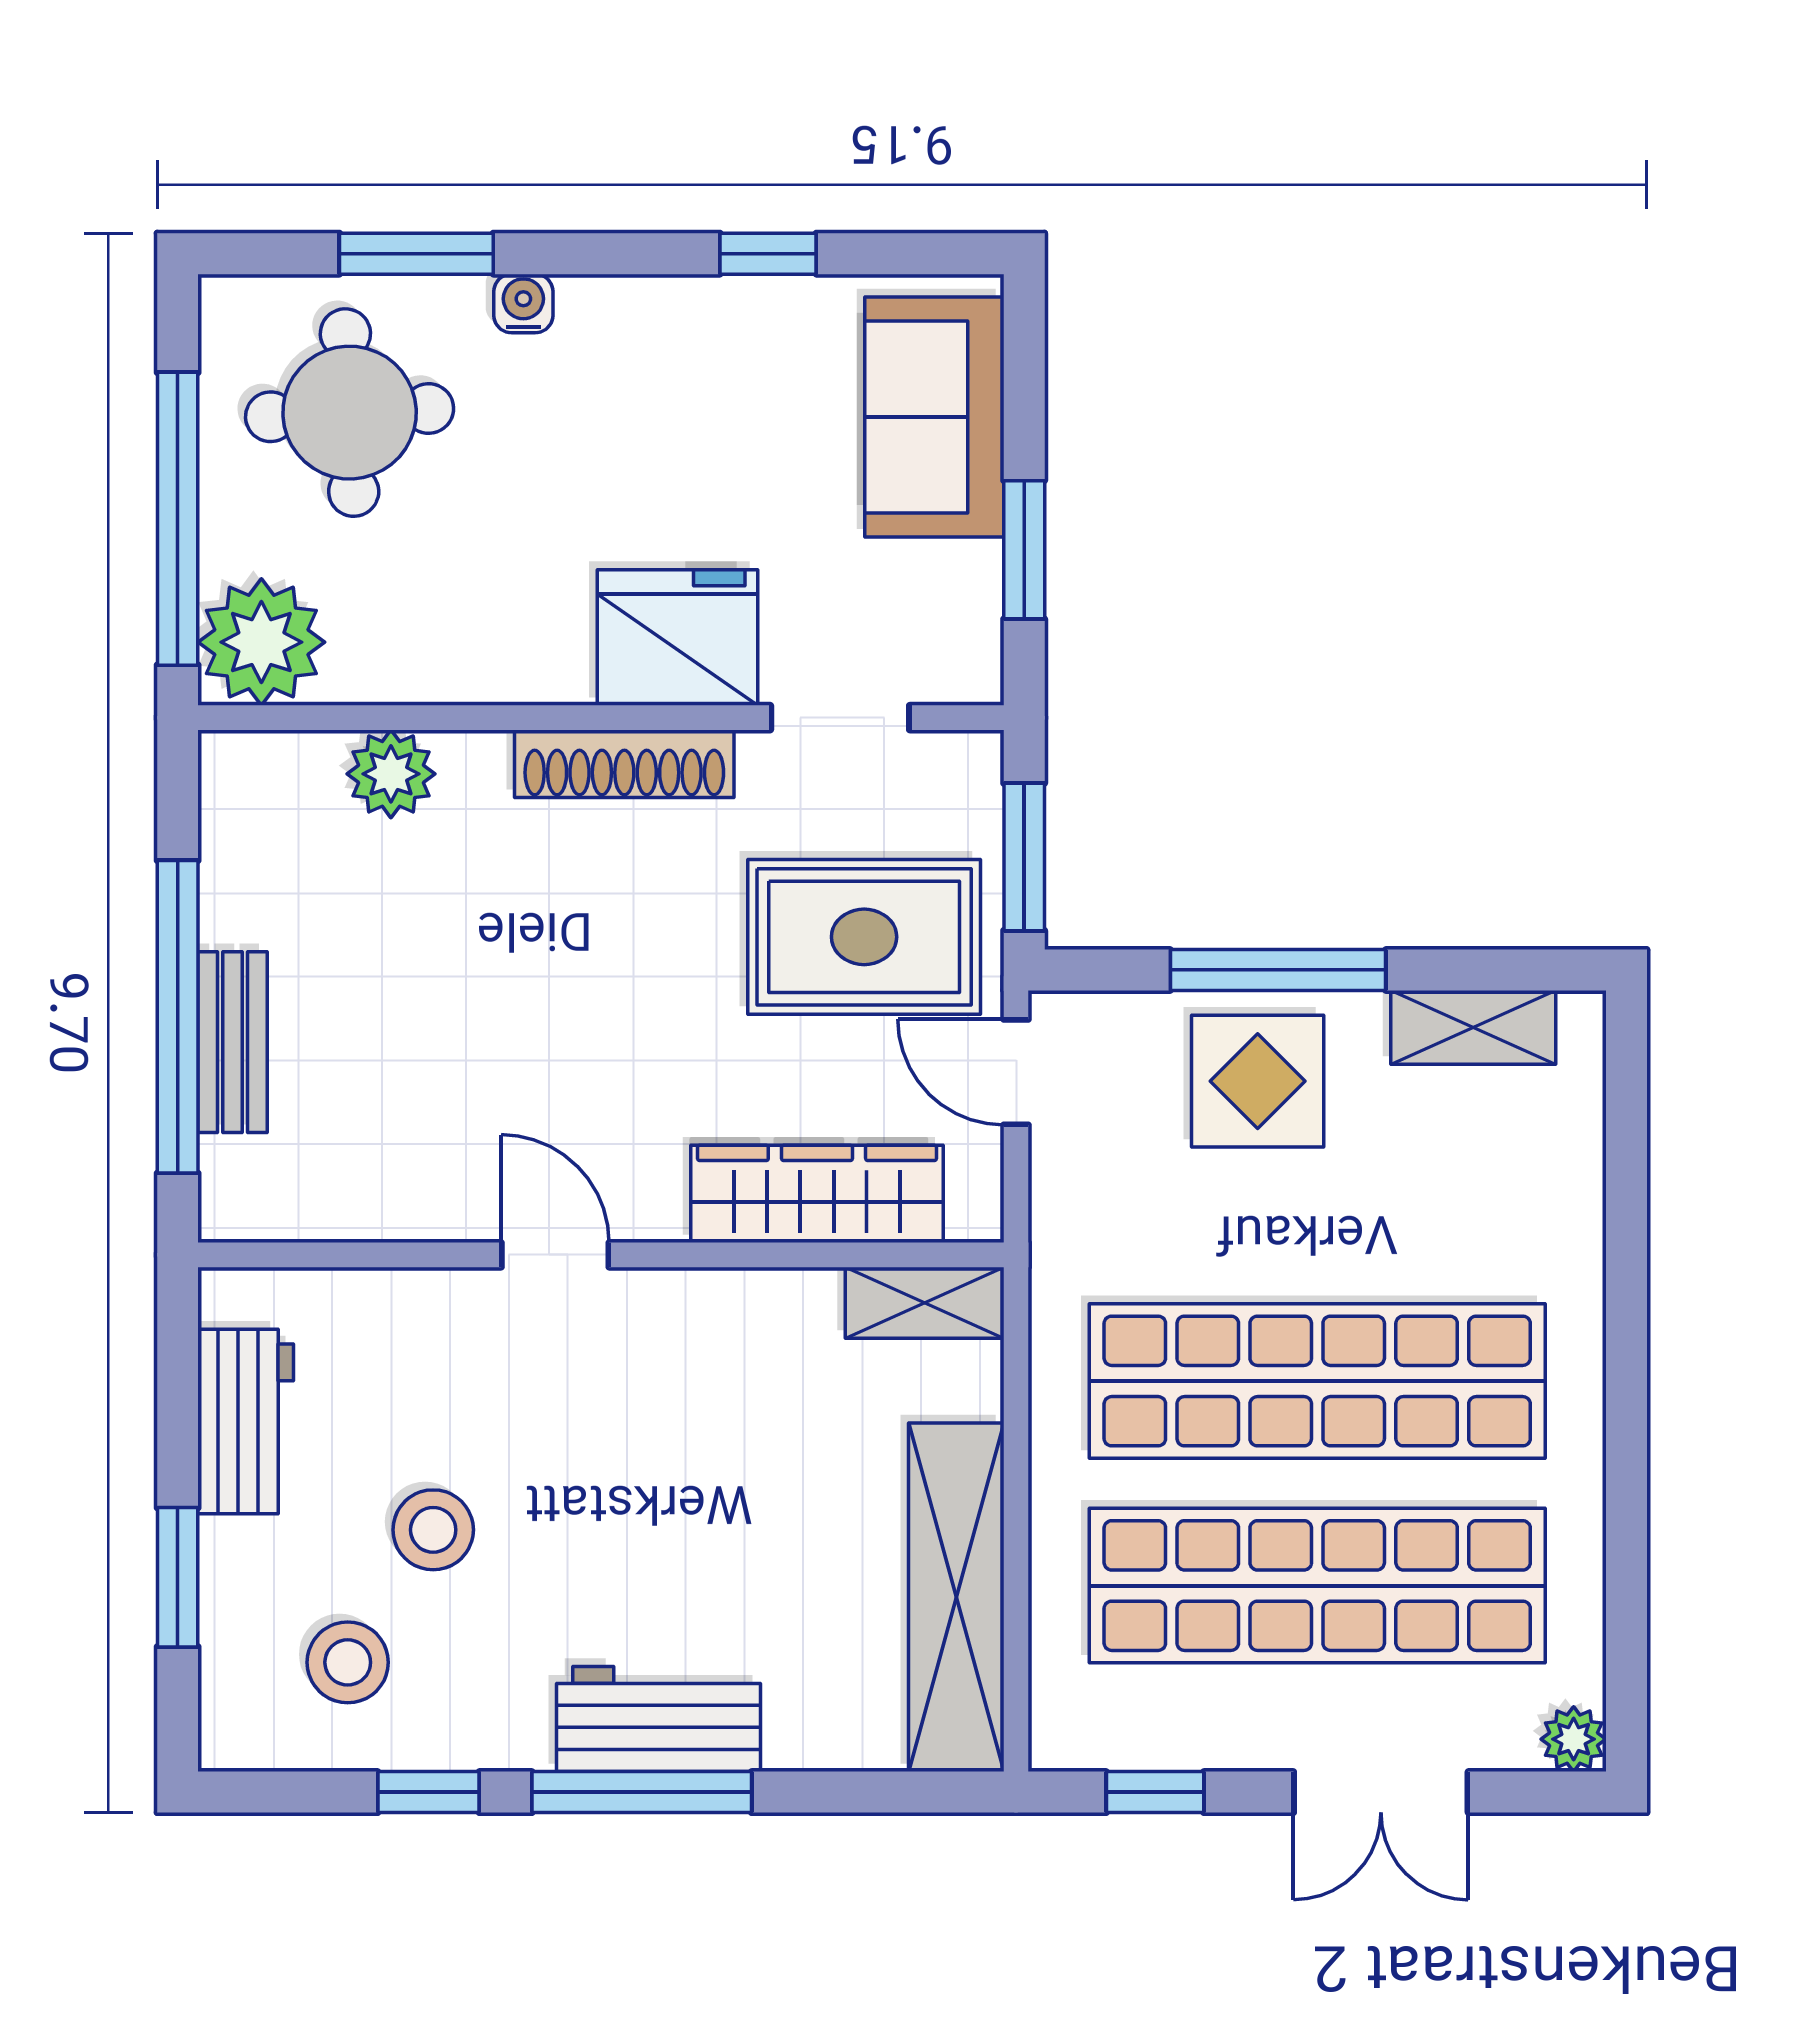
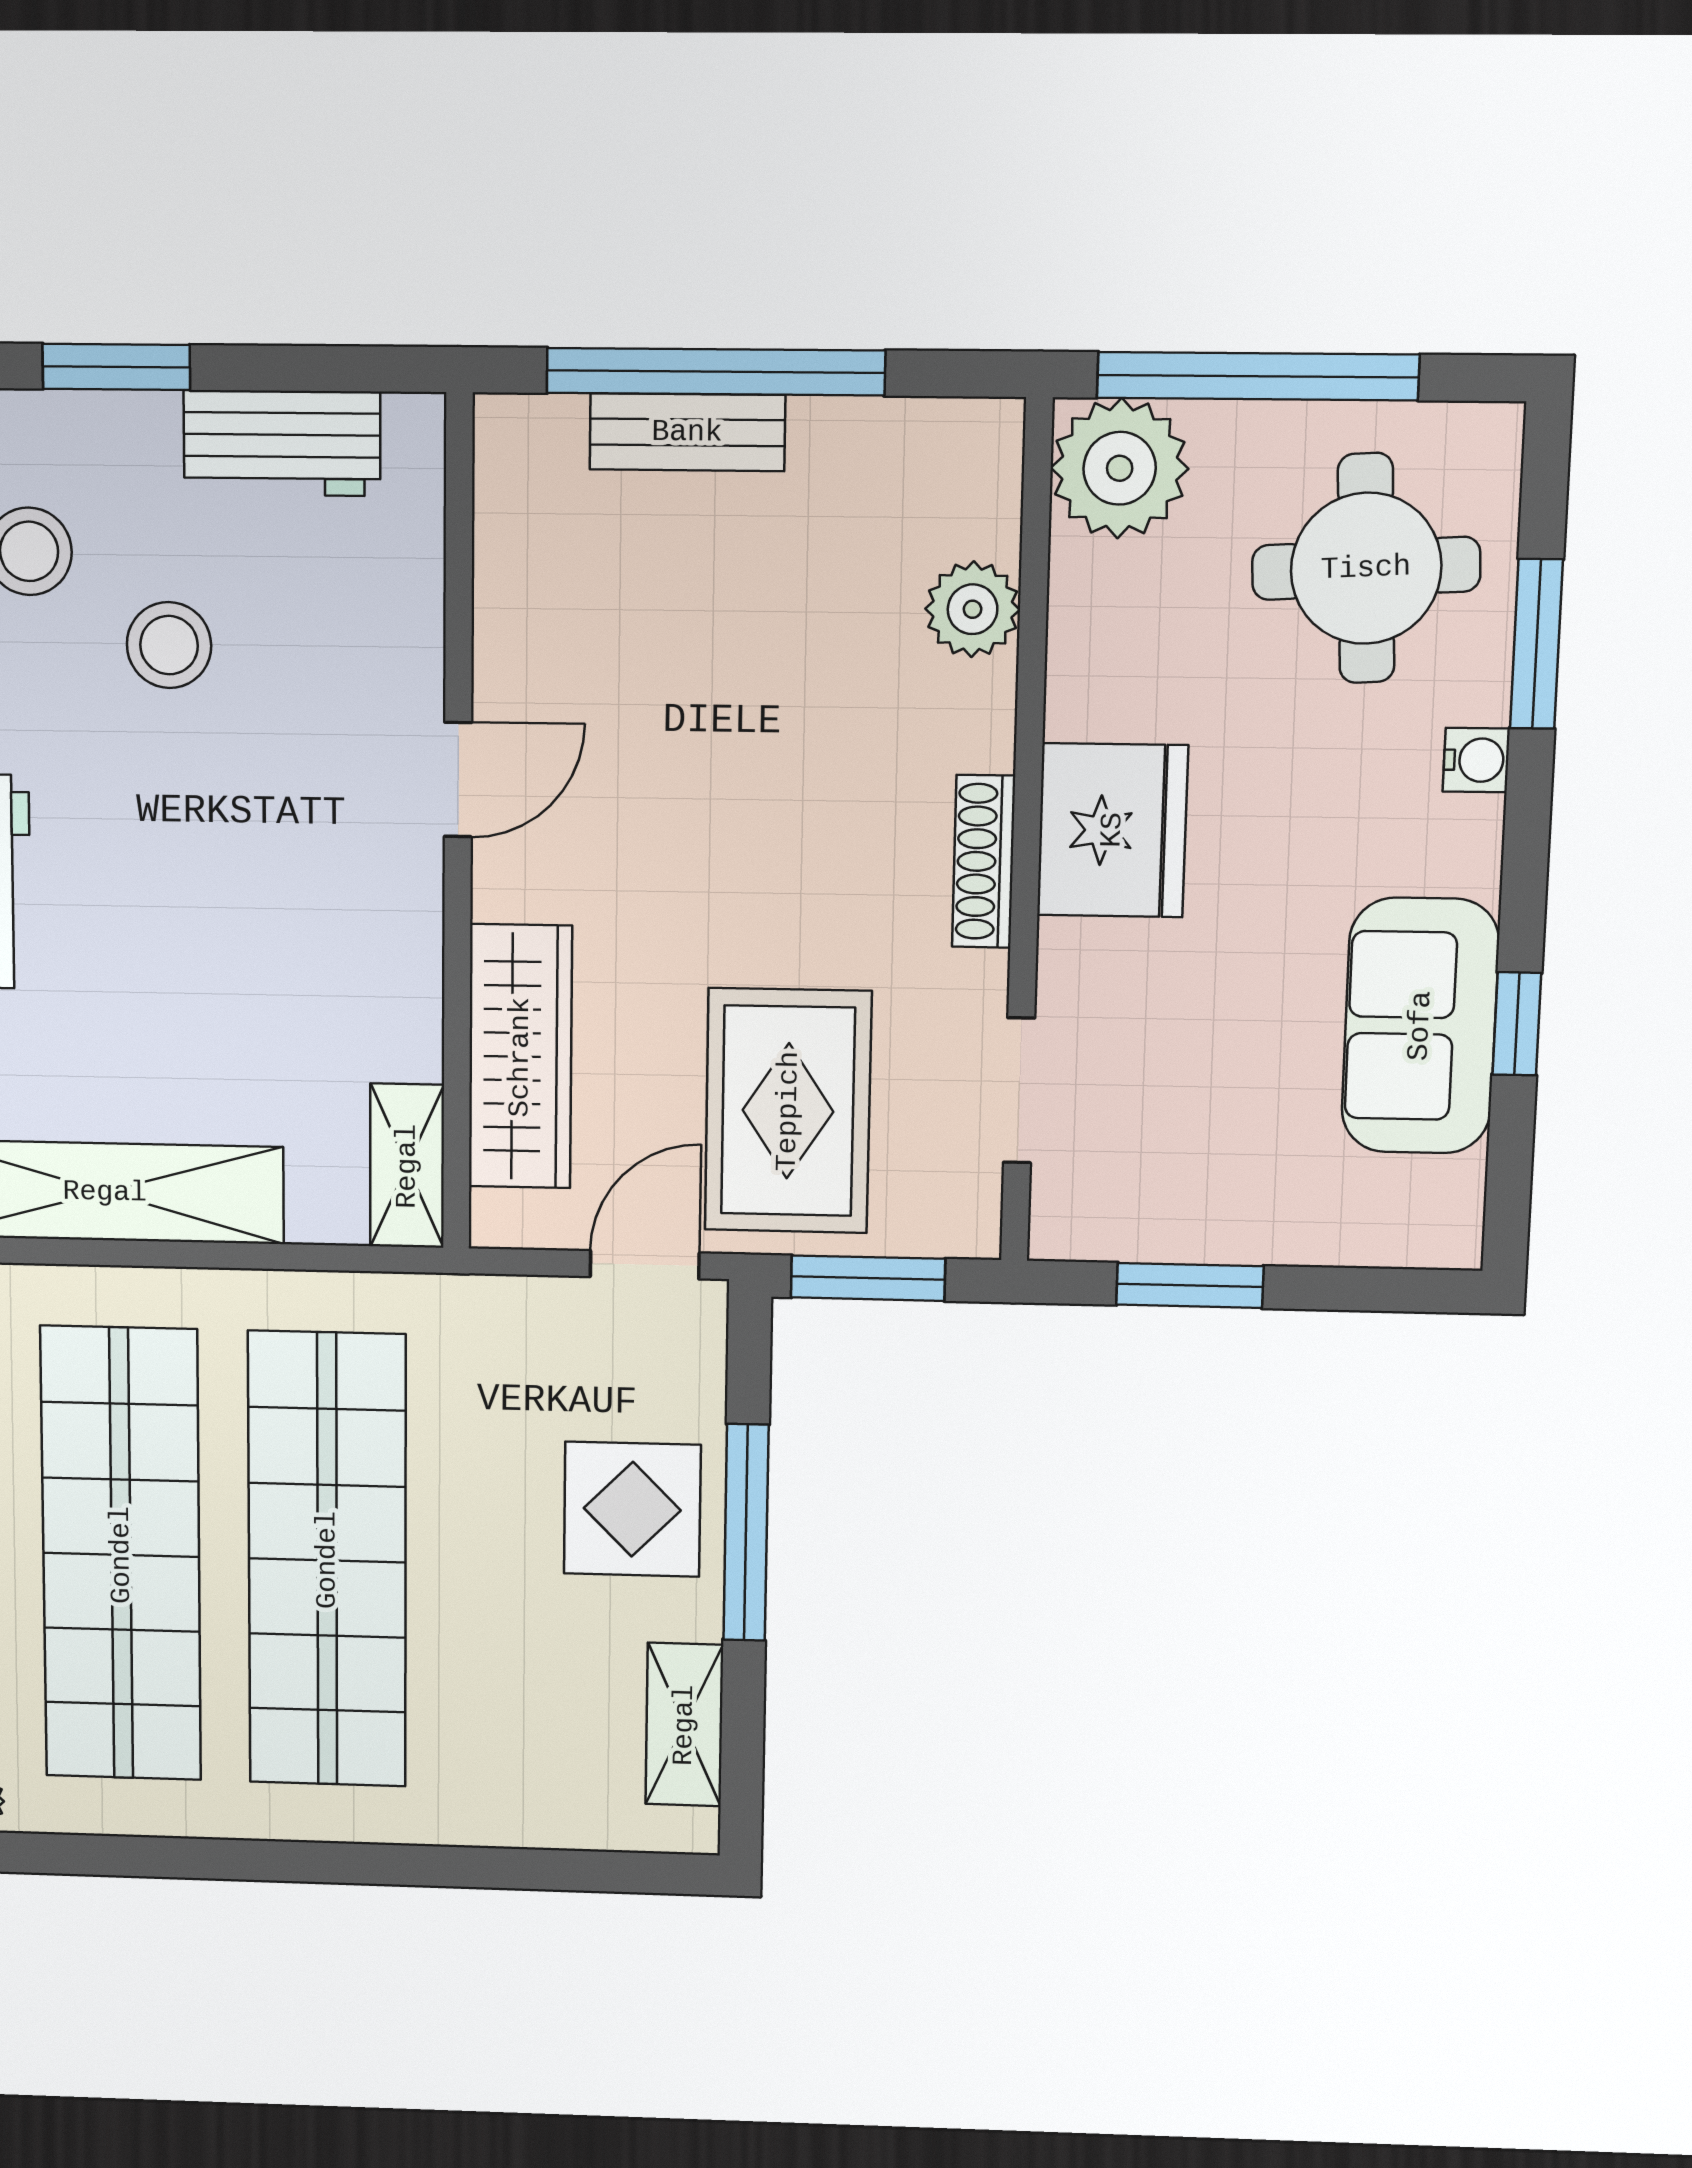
sofa: (934, 417) -> (1420, 1026), moved, turned -90
fridge: (677, 638) -> (1112, 830), moved
shoe rack: (624, 764) -> (984, 861), width x0.74, depth x0.81

